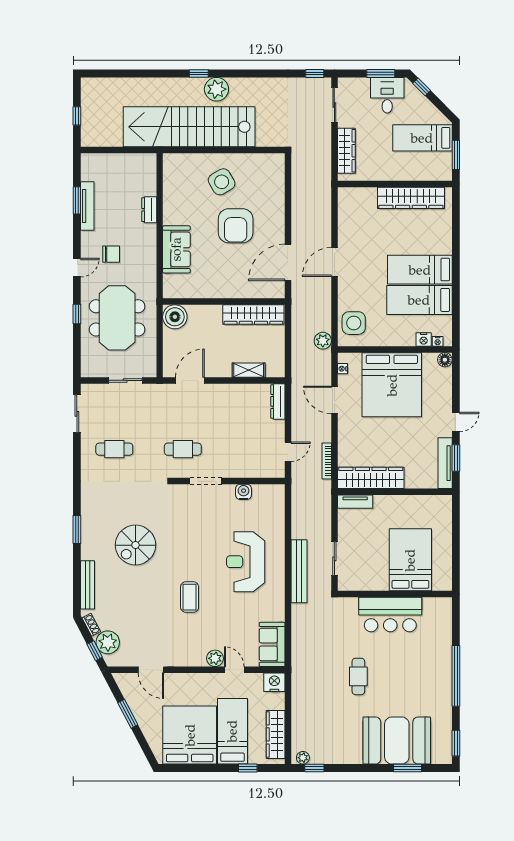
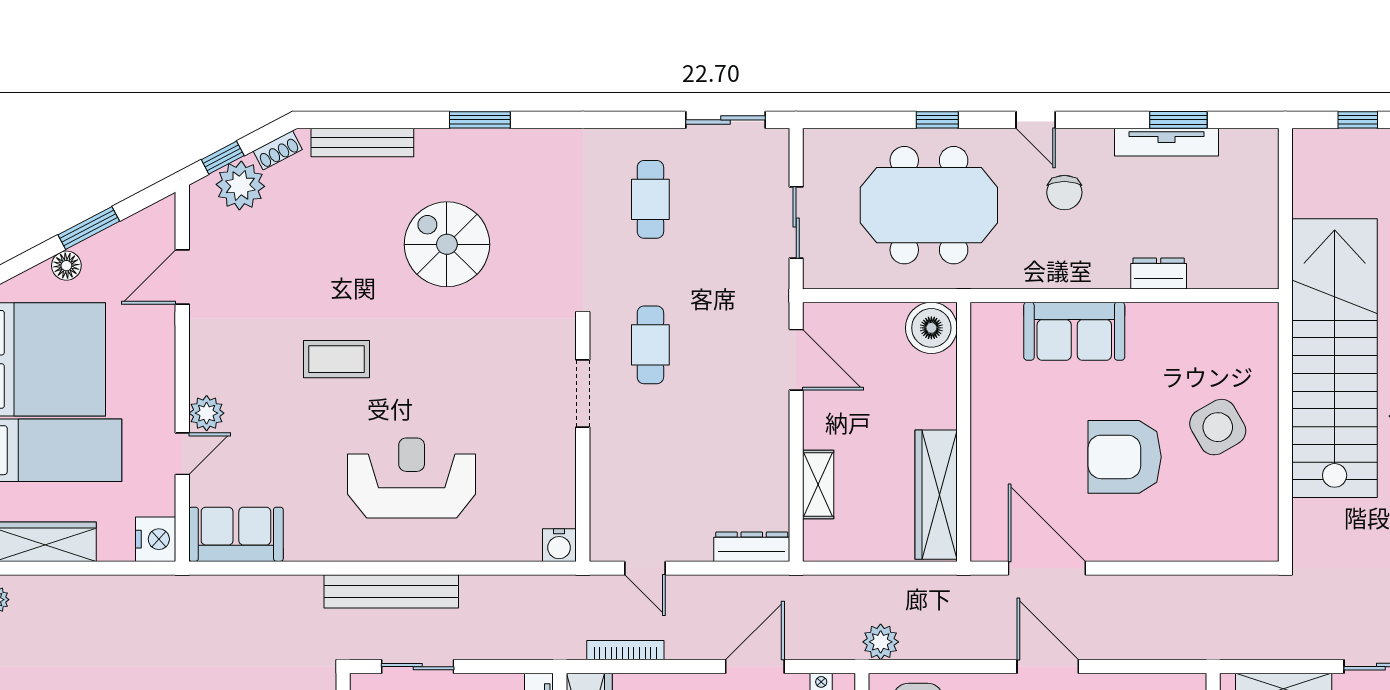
water cooler: (244, 492) -> (559, 545), moved, turned 90
floor lamp: (146, 724) -> (66, 266), added

